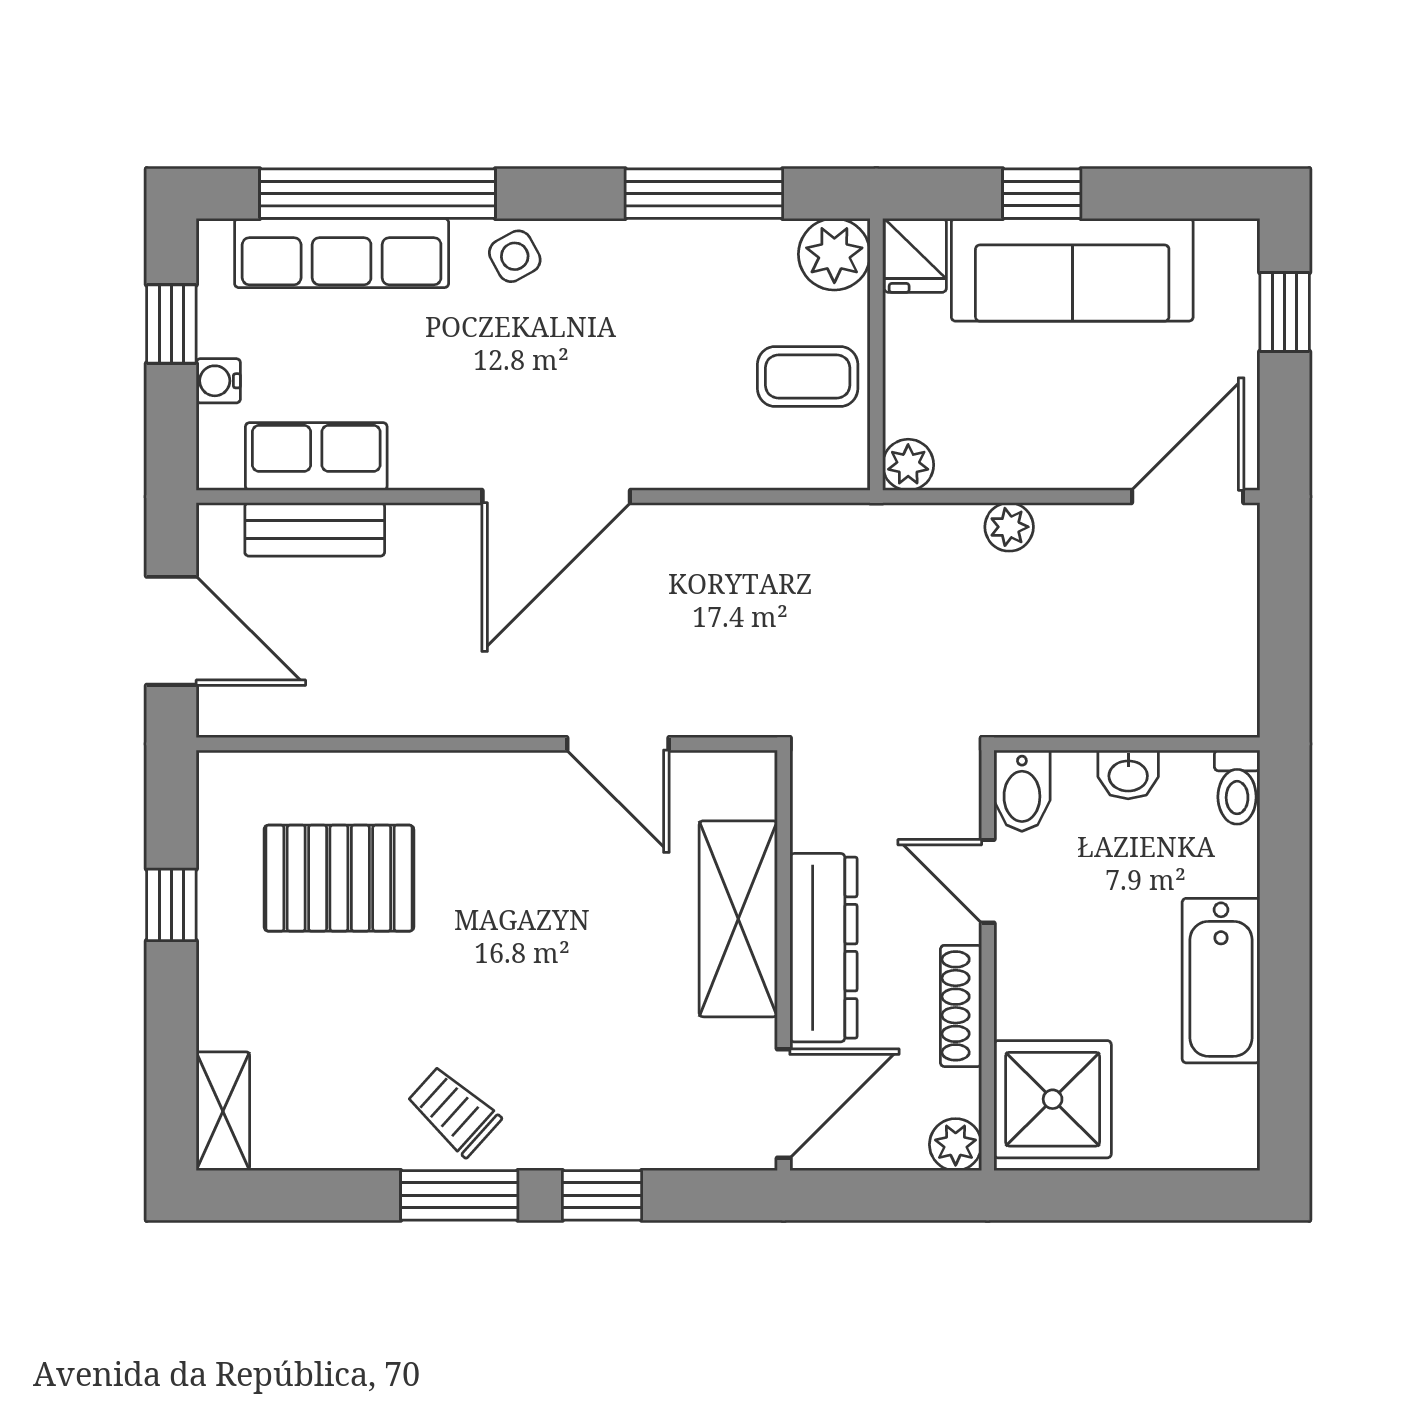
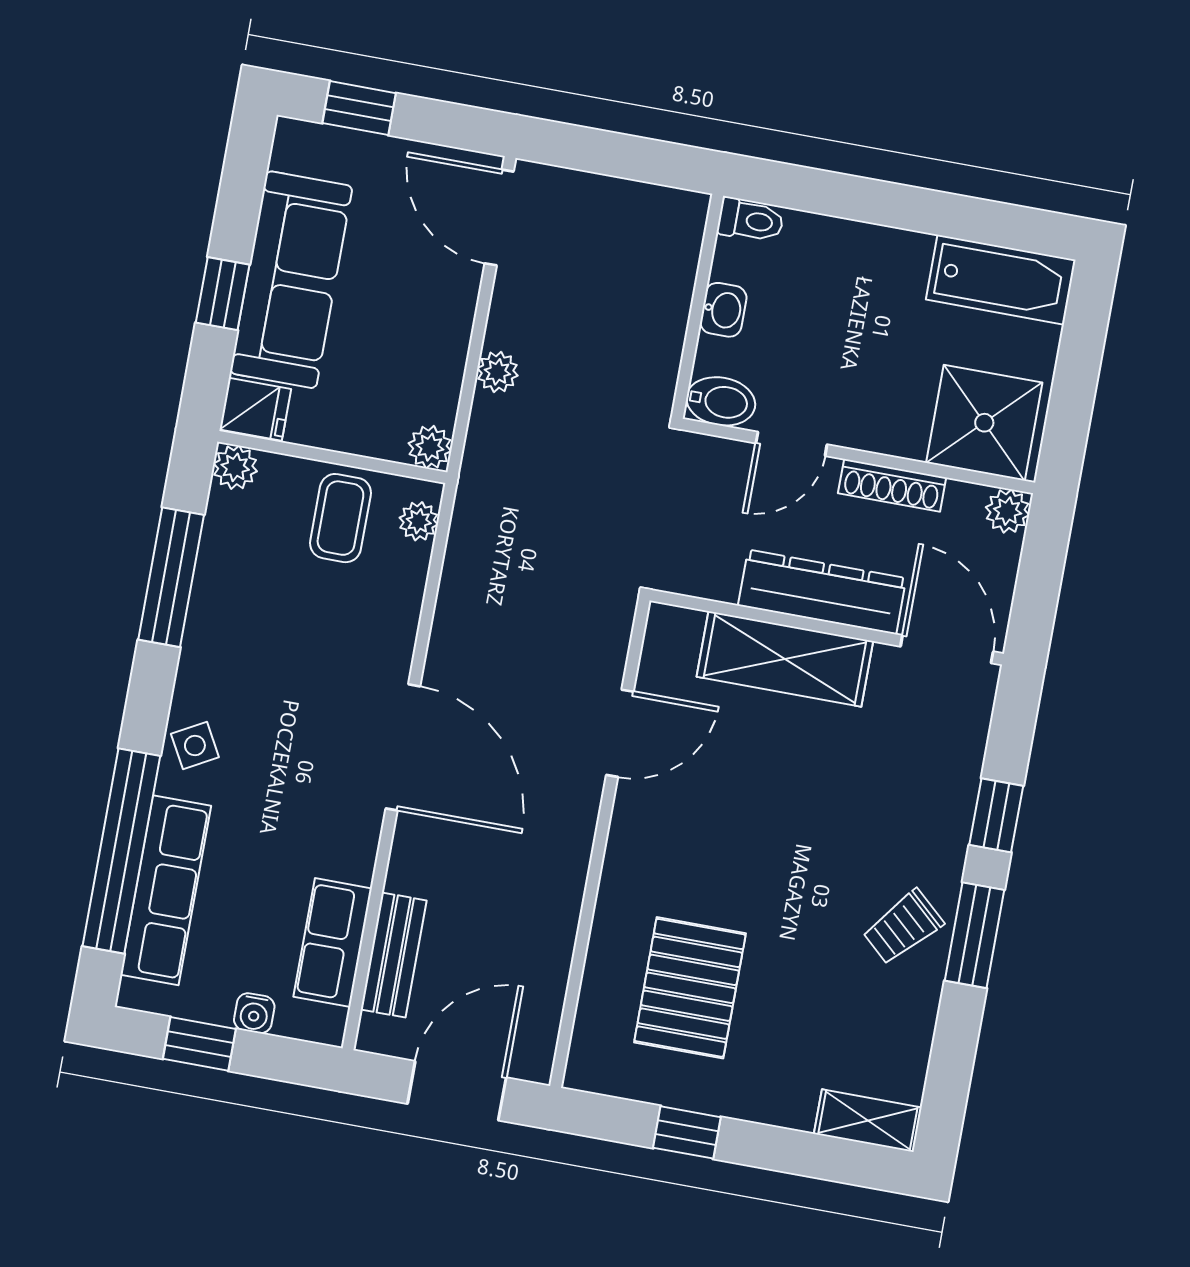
plant: (834, 254) -> (235, 467), width x0.73, depth x0.73
plant: (820, 467) -> (419, 521), added
bathtub: (1221, 981) -> (1001, 280), moved

